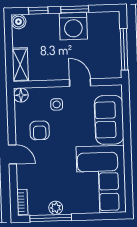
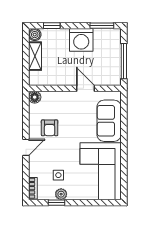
window: (75, 9) -> (102, 26), moved
shelving: (20, 65) -> (35, 56), moved
side table: (57, 104) -> (58, 175), moved
door: (12, 154) -> (26, 147), hinge flipped
window: (51, 218) -> (57, 203), width x0.46

